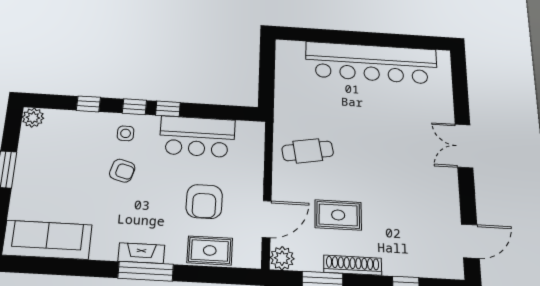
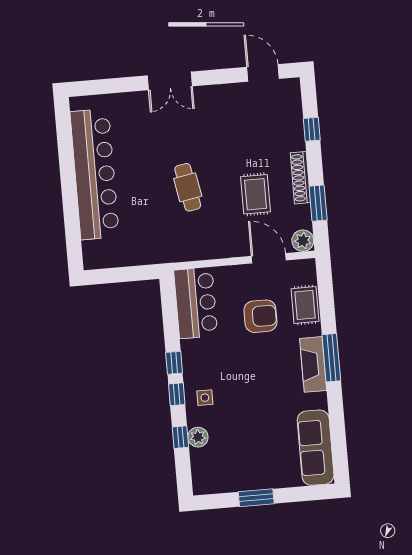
plant: (33, 118) -> (198, 437), moved
bar counter: (197, 137) -> (196, 303), moved
cafe table: (308, 151) -> (188, 187), moved
armchair: (122, 171) -> (242, 394), removed
fireplace: (141, 253) -> (313, 364), width x1.37, depth x1.32

